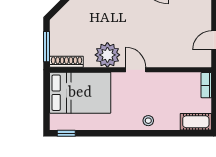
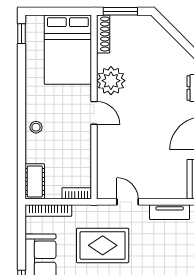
door: (136, 70) -> (94, 113), hinge flipped

